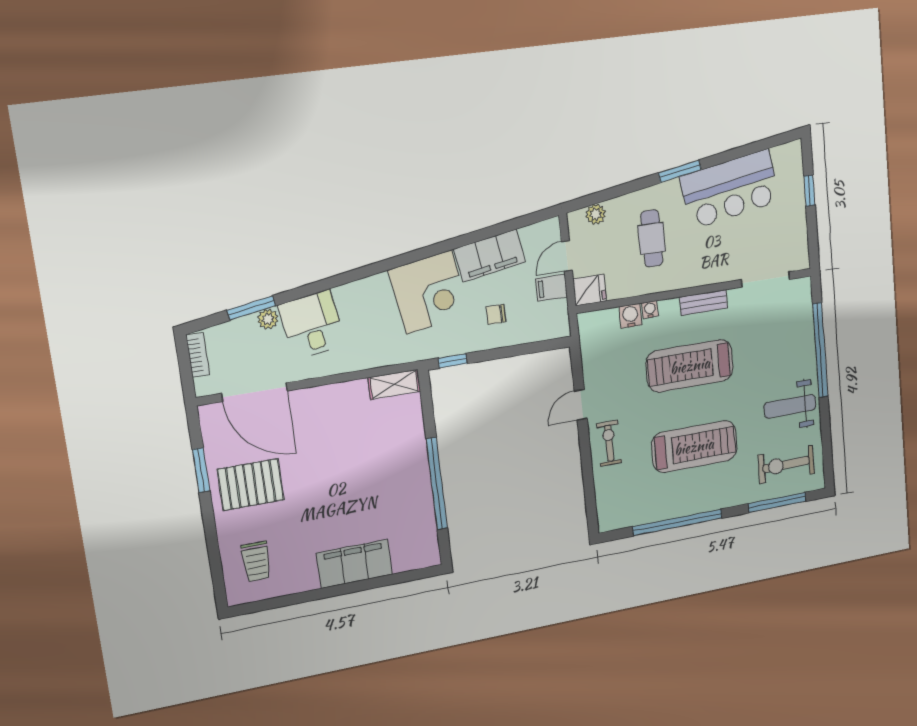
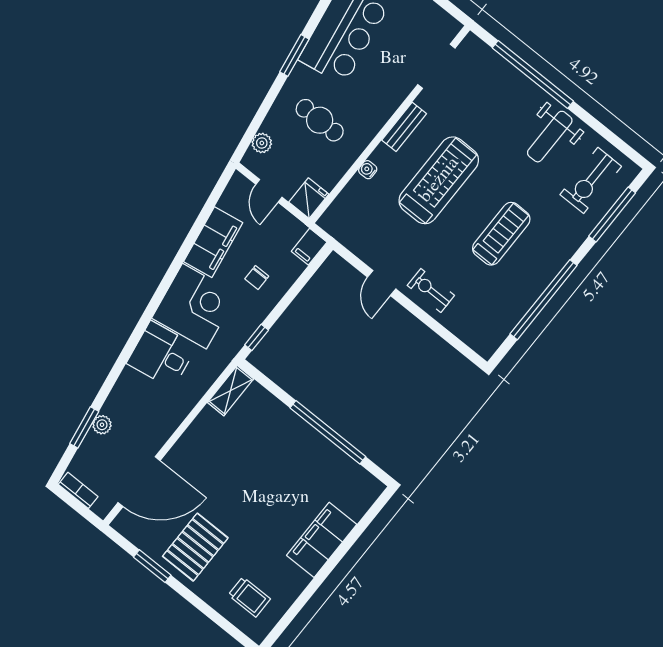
filing cabinet: (551, 288) -> (309, 247), moved
water cooler: (630, 316) -> (357, 187), removed
desk: (312, 325) -> (162, 355), moved
treadmill: (690, 366) -> (439, 180), turned 180
treadmill: (694, 447) -> (501, 234), width x0.73, depth x0.73

